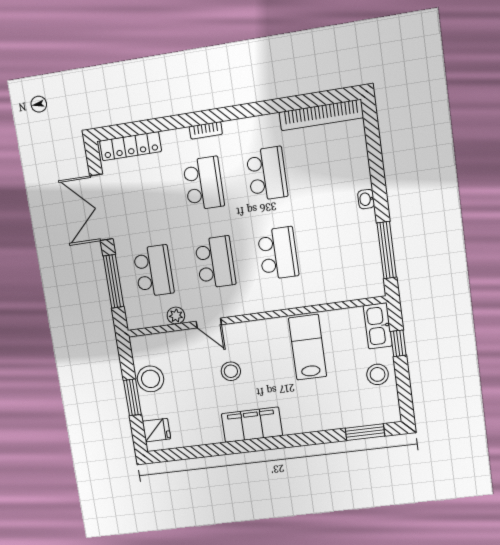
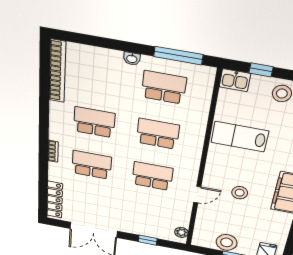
school desk: (154, 271) -> (164, 87), moved
window: (113, 281) -> (148, 240), width x0.46
plant: (176, 316) -> (181, 232), moved
kitchen sink: (378, 326) -> (235, 80), width x0.73

